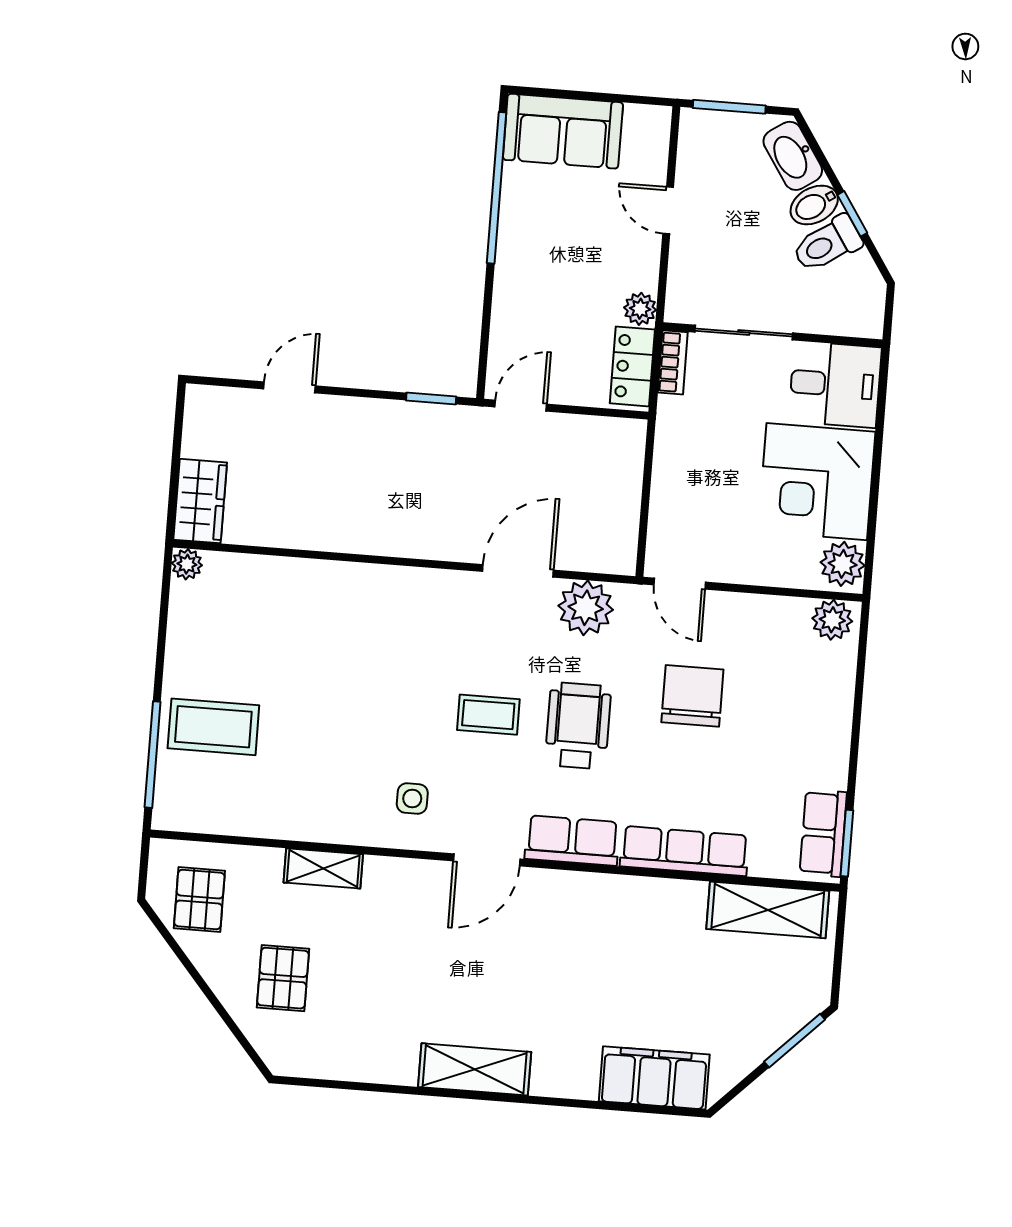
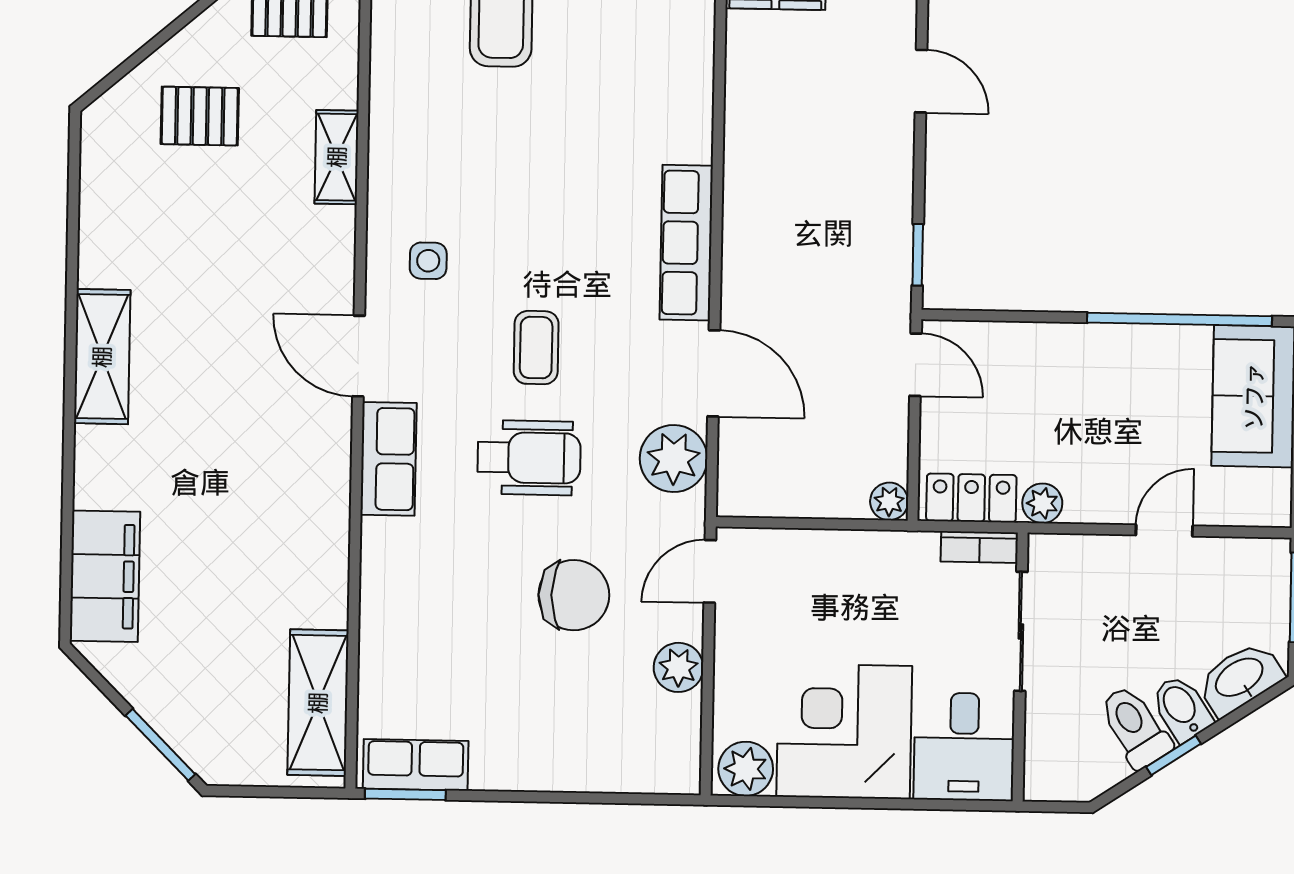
plant: (631, 434) -> (889, 501), added
plant: (832, 620) -> (678, 667), moved
row of seats: (684, 851) -> (686, 243), moved, turned 180

